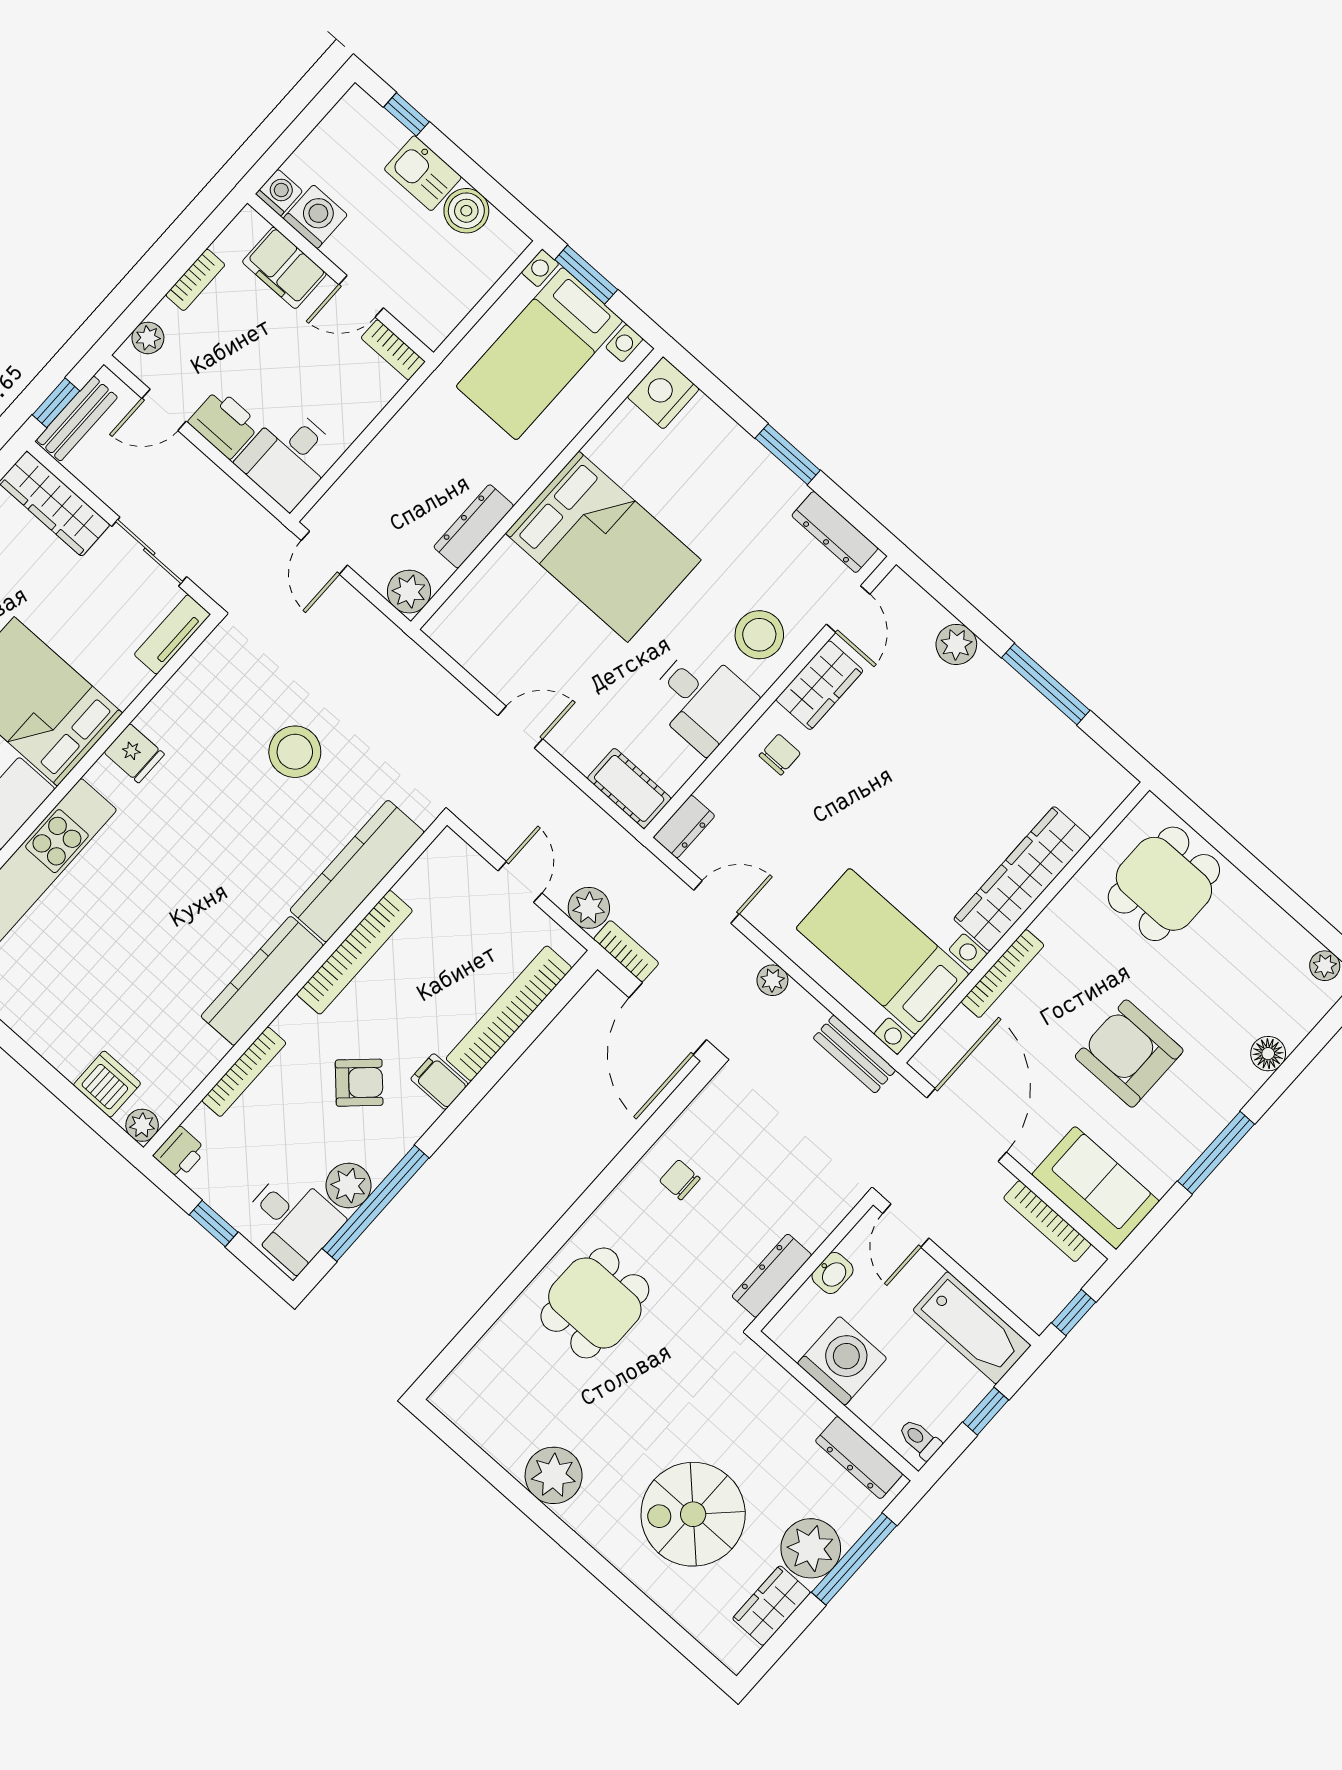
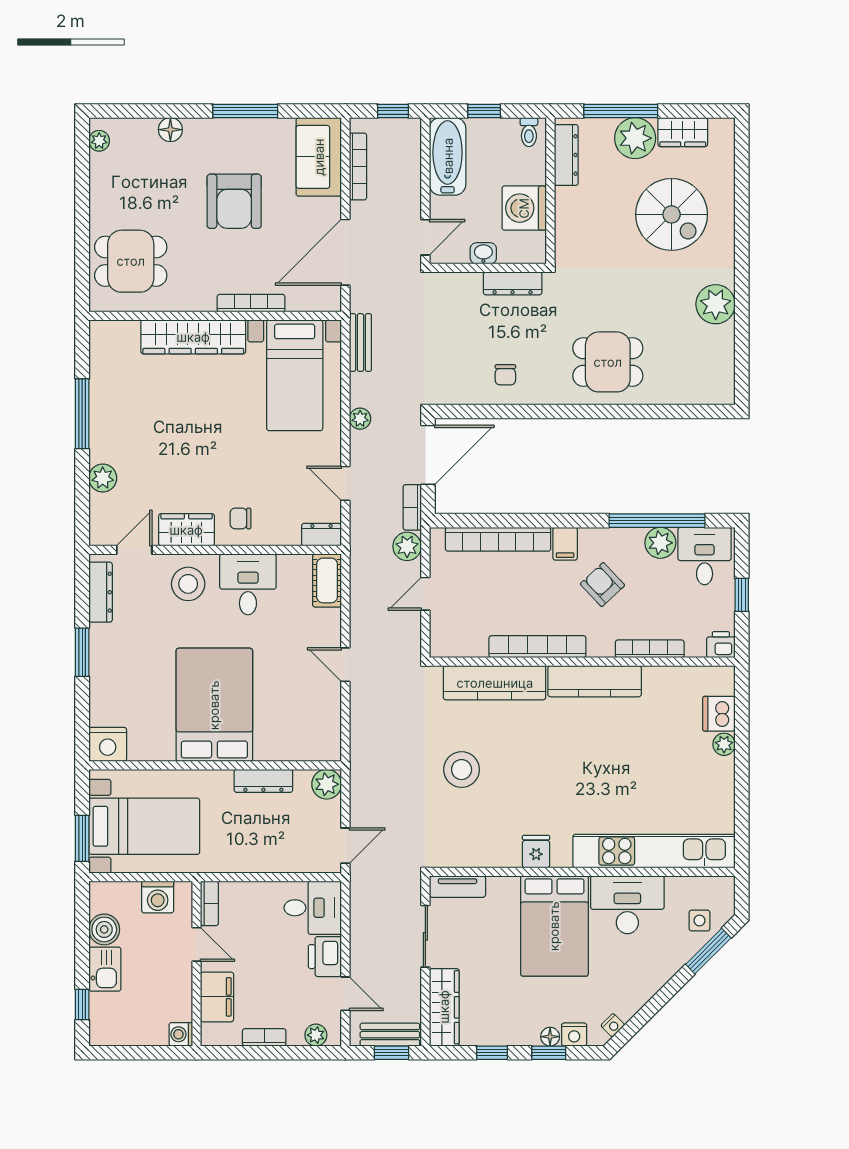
washing machine: (315, 217) -> (158, 897), moved, turned -90
plant: (142, 1125) -> (724, 744), moved

